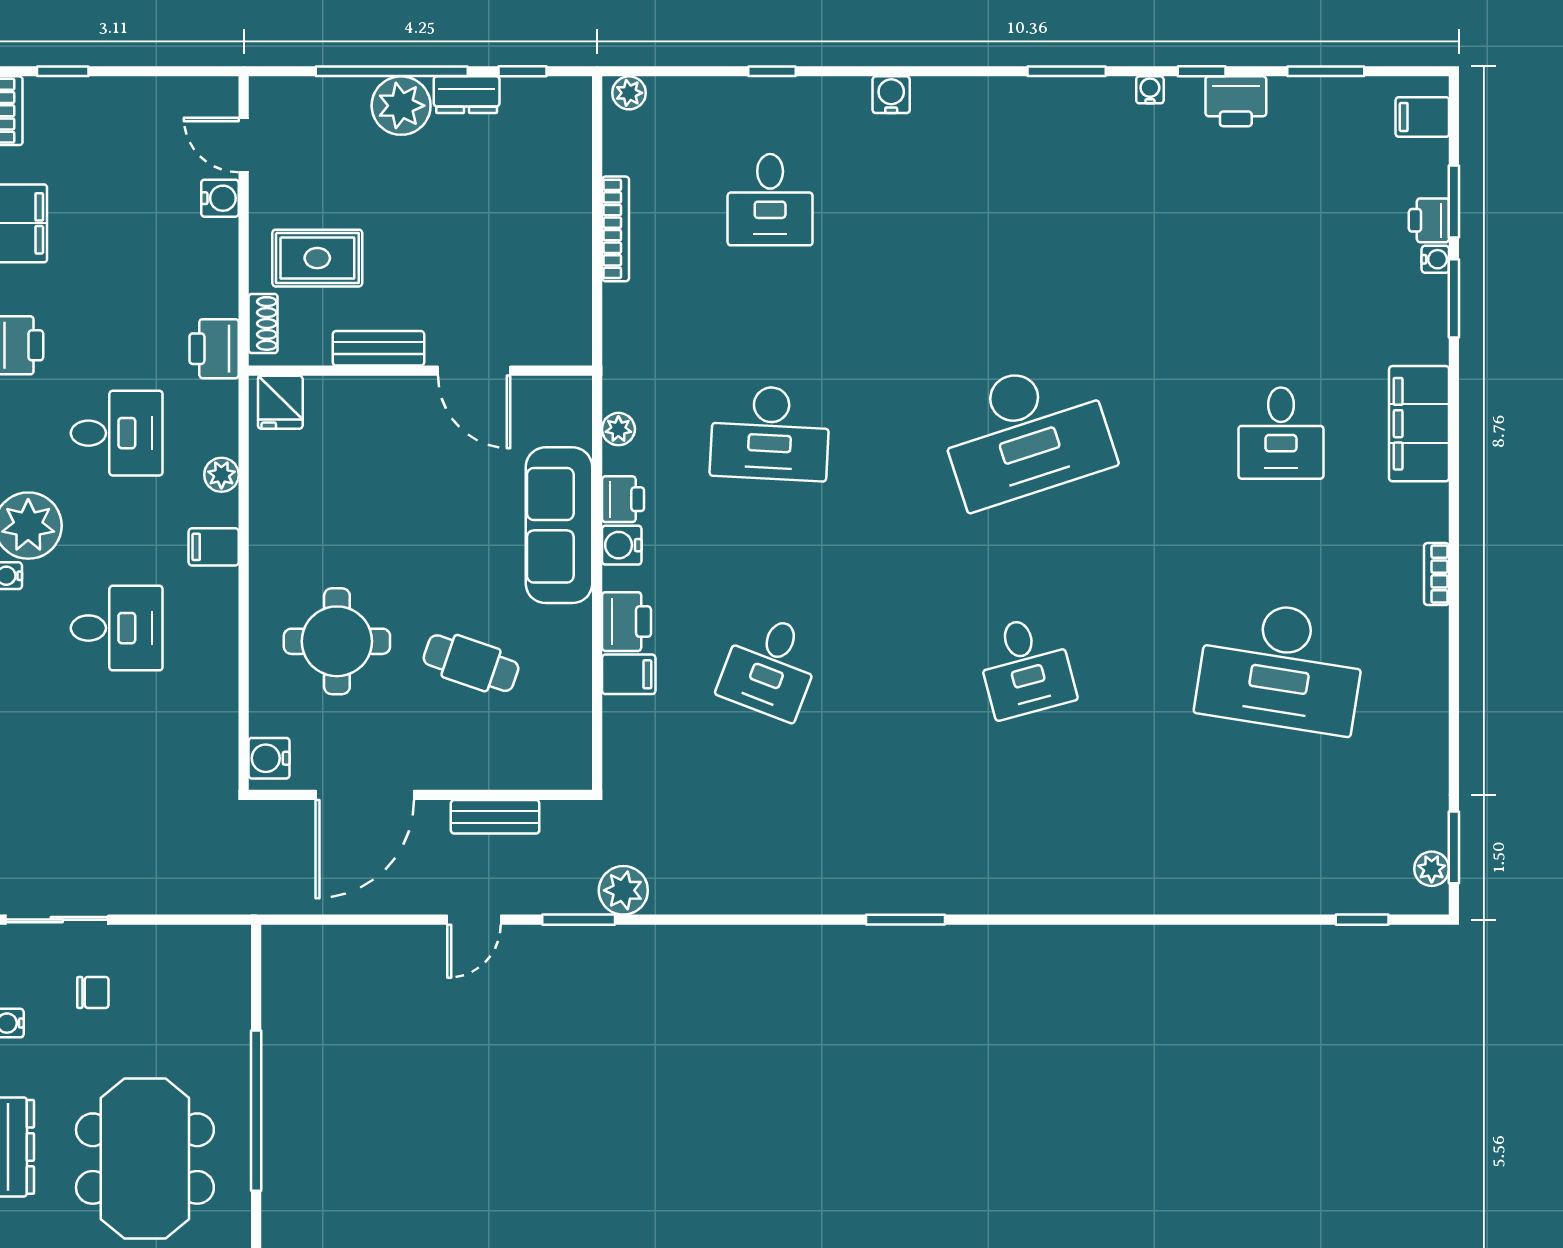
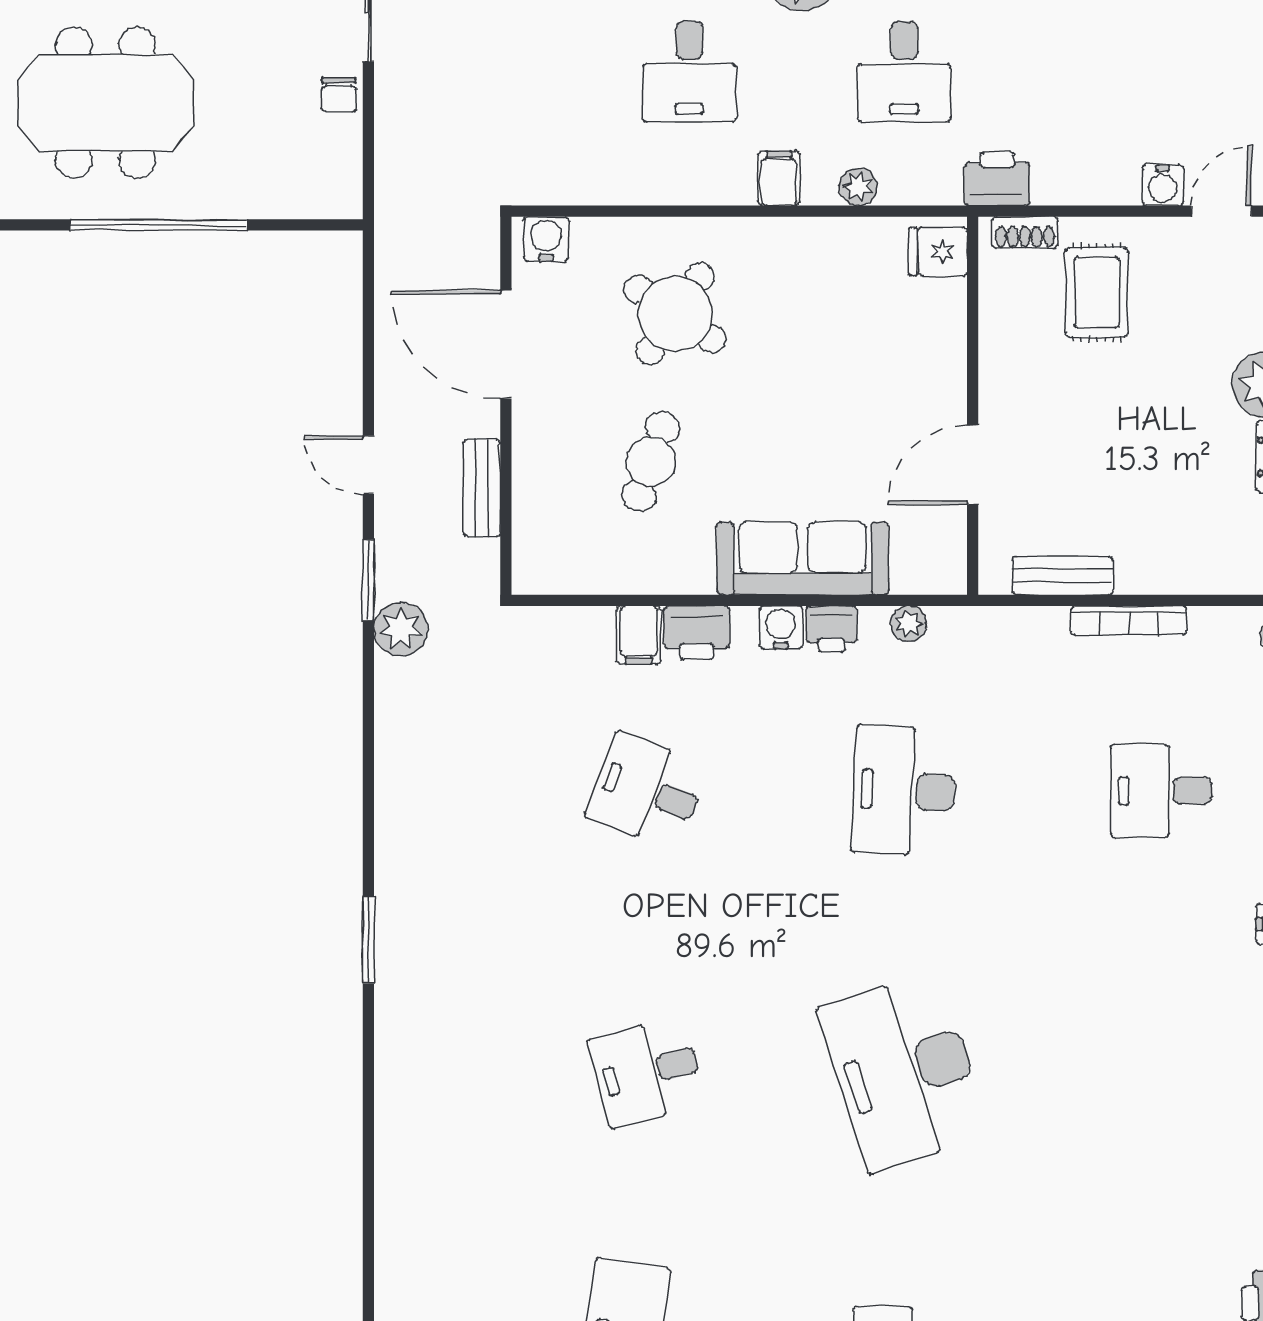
bench: (378, 348) -> (1063, 576), moved, turned 90
round table: (337, 641) -> (675, 314), turned 34
chair: (93, 992) -> (339, 95), moved

